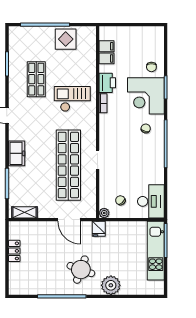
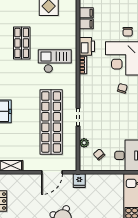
plant: (104, 213) -> (84, 143), moved
door: (69, 220) -> (52, 172), hinge flipped

